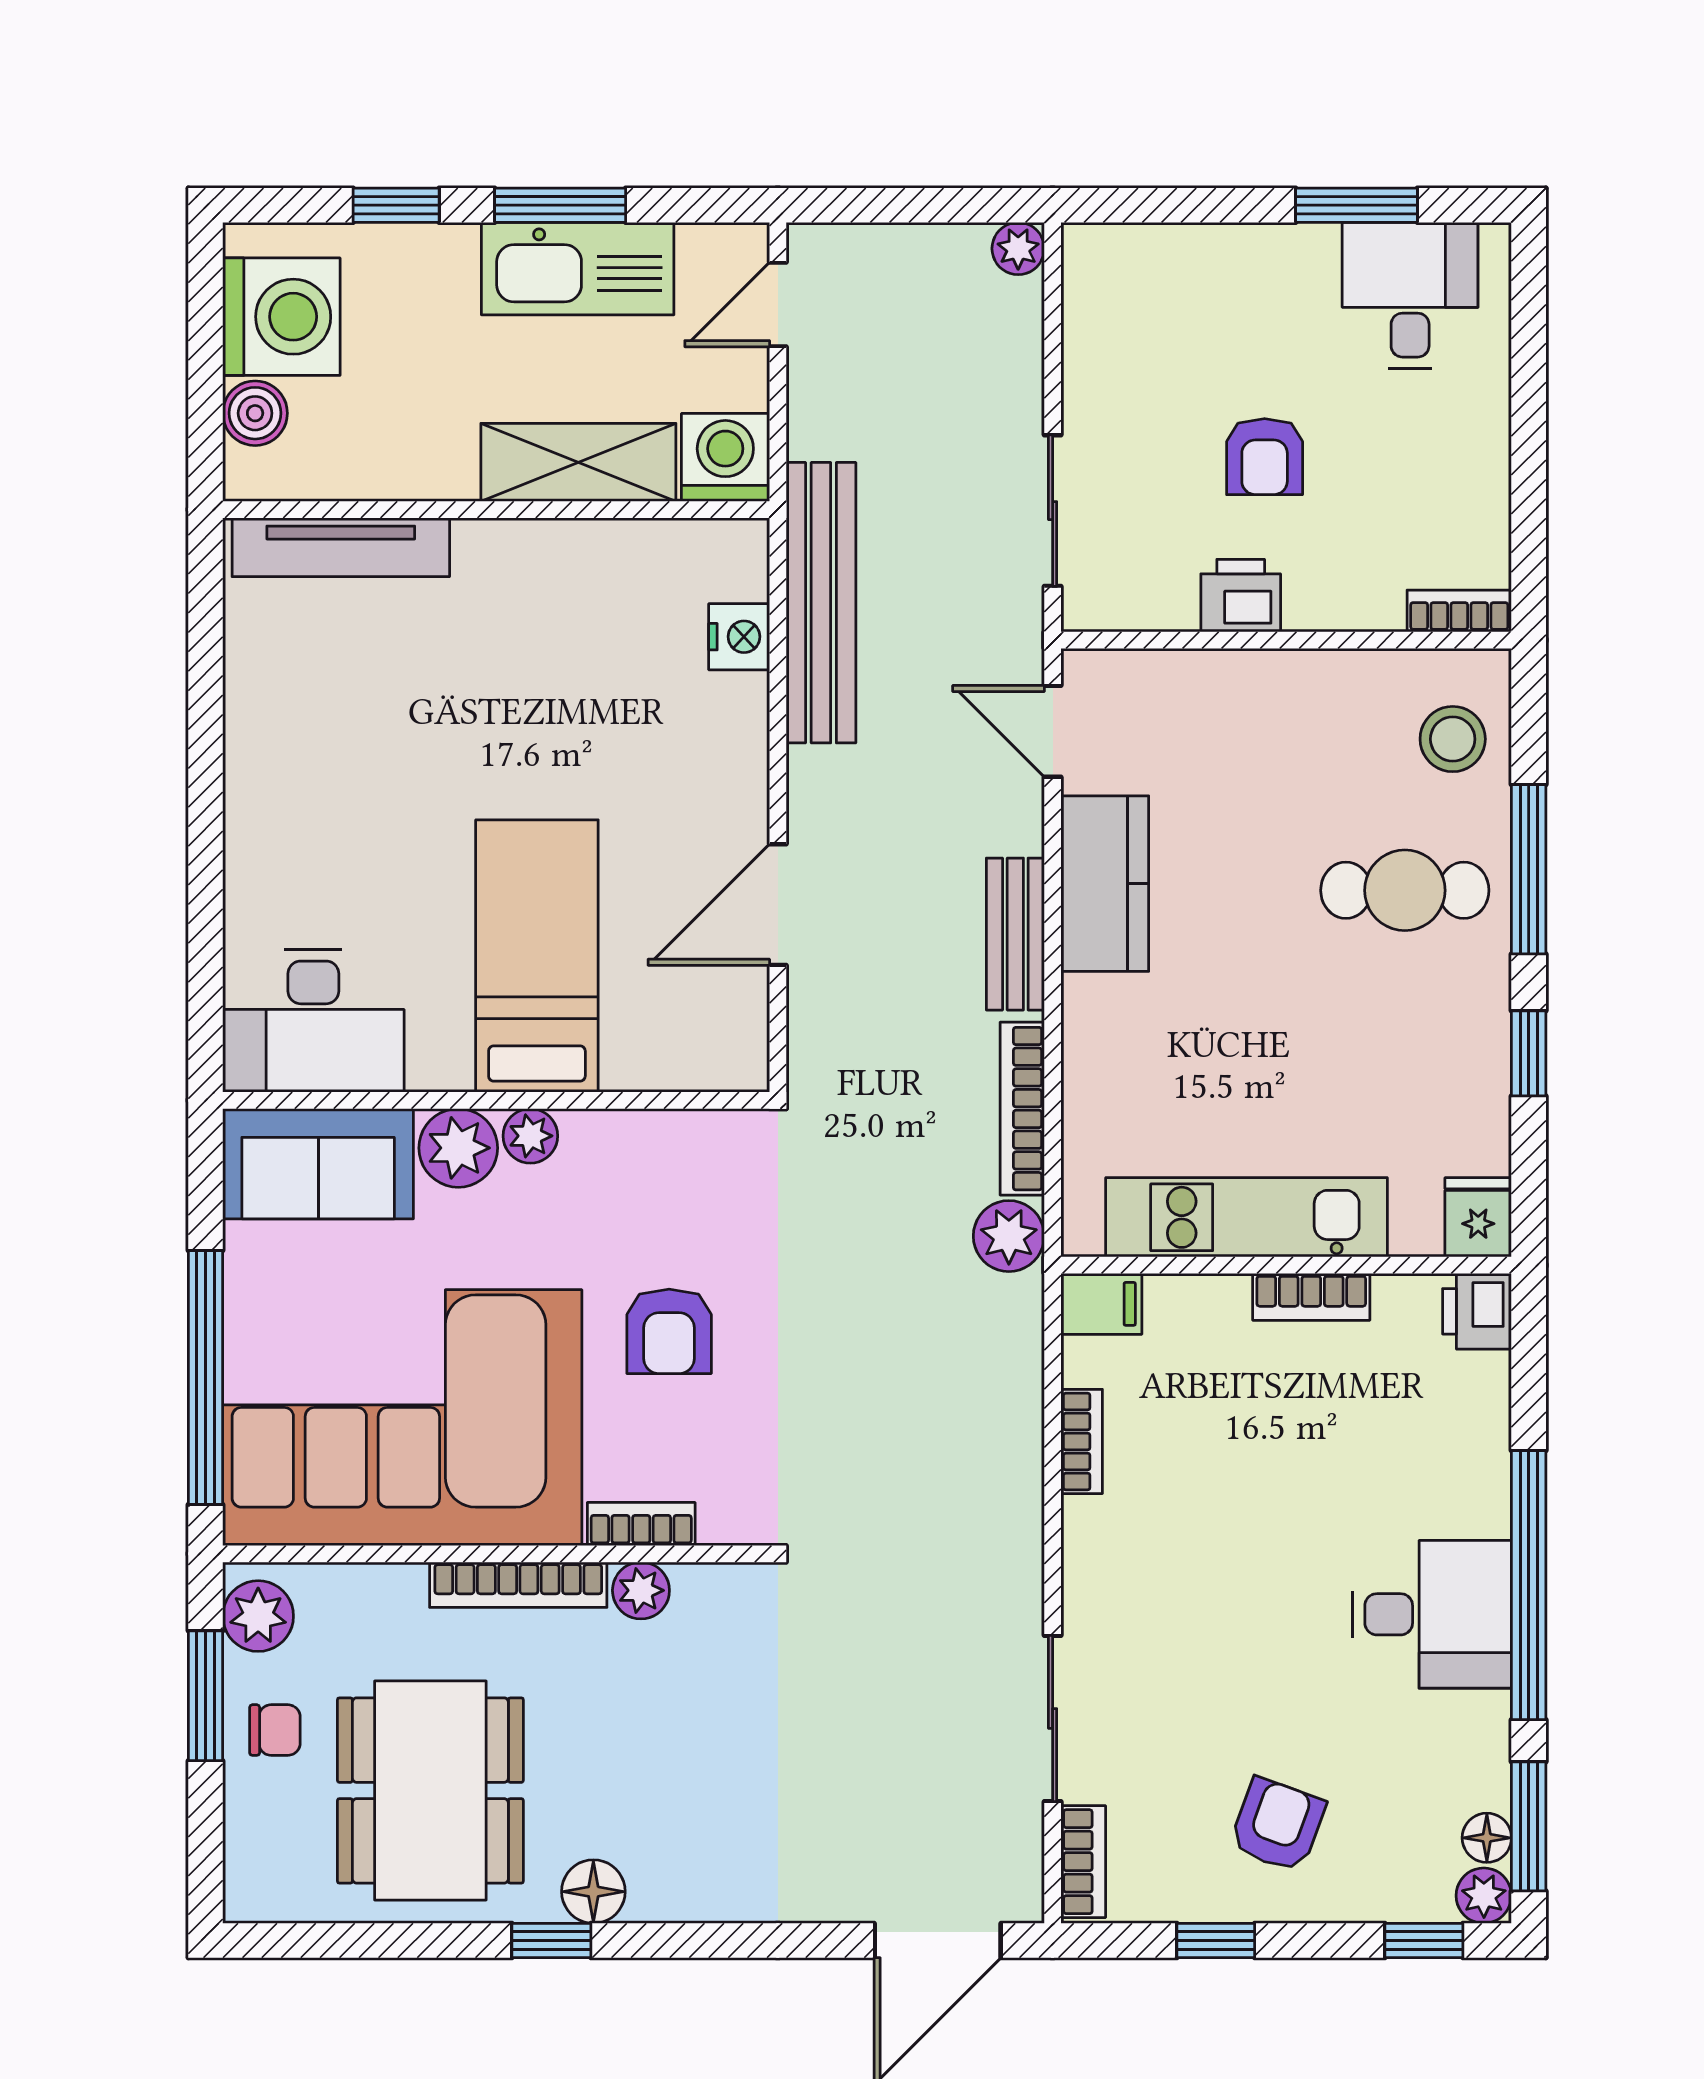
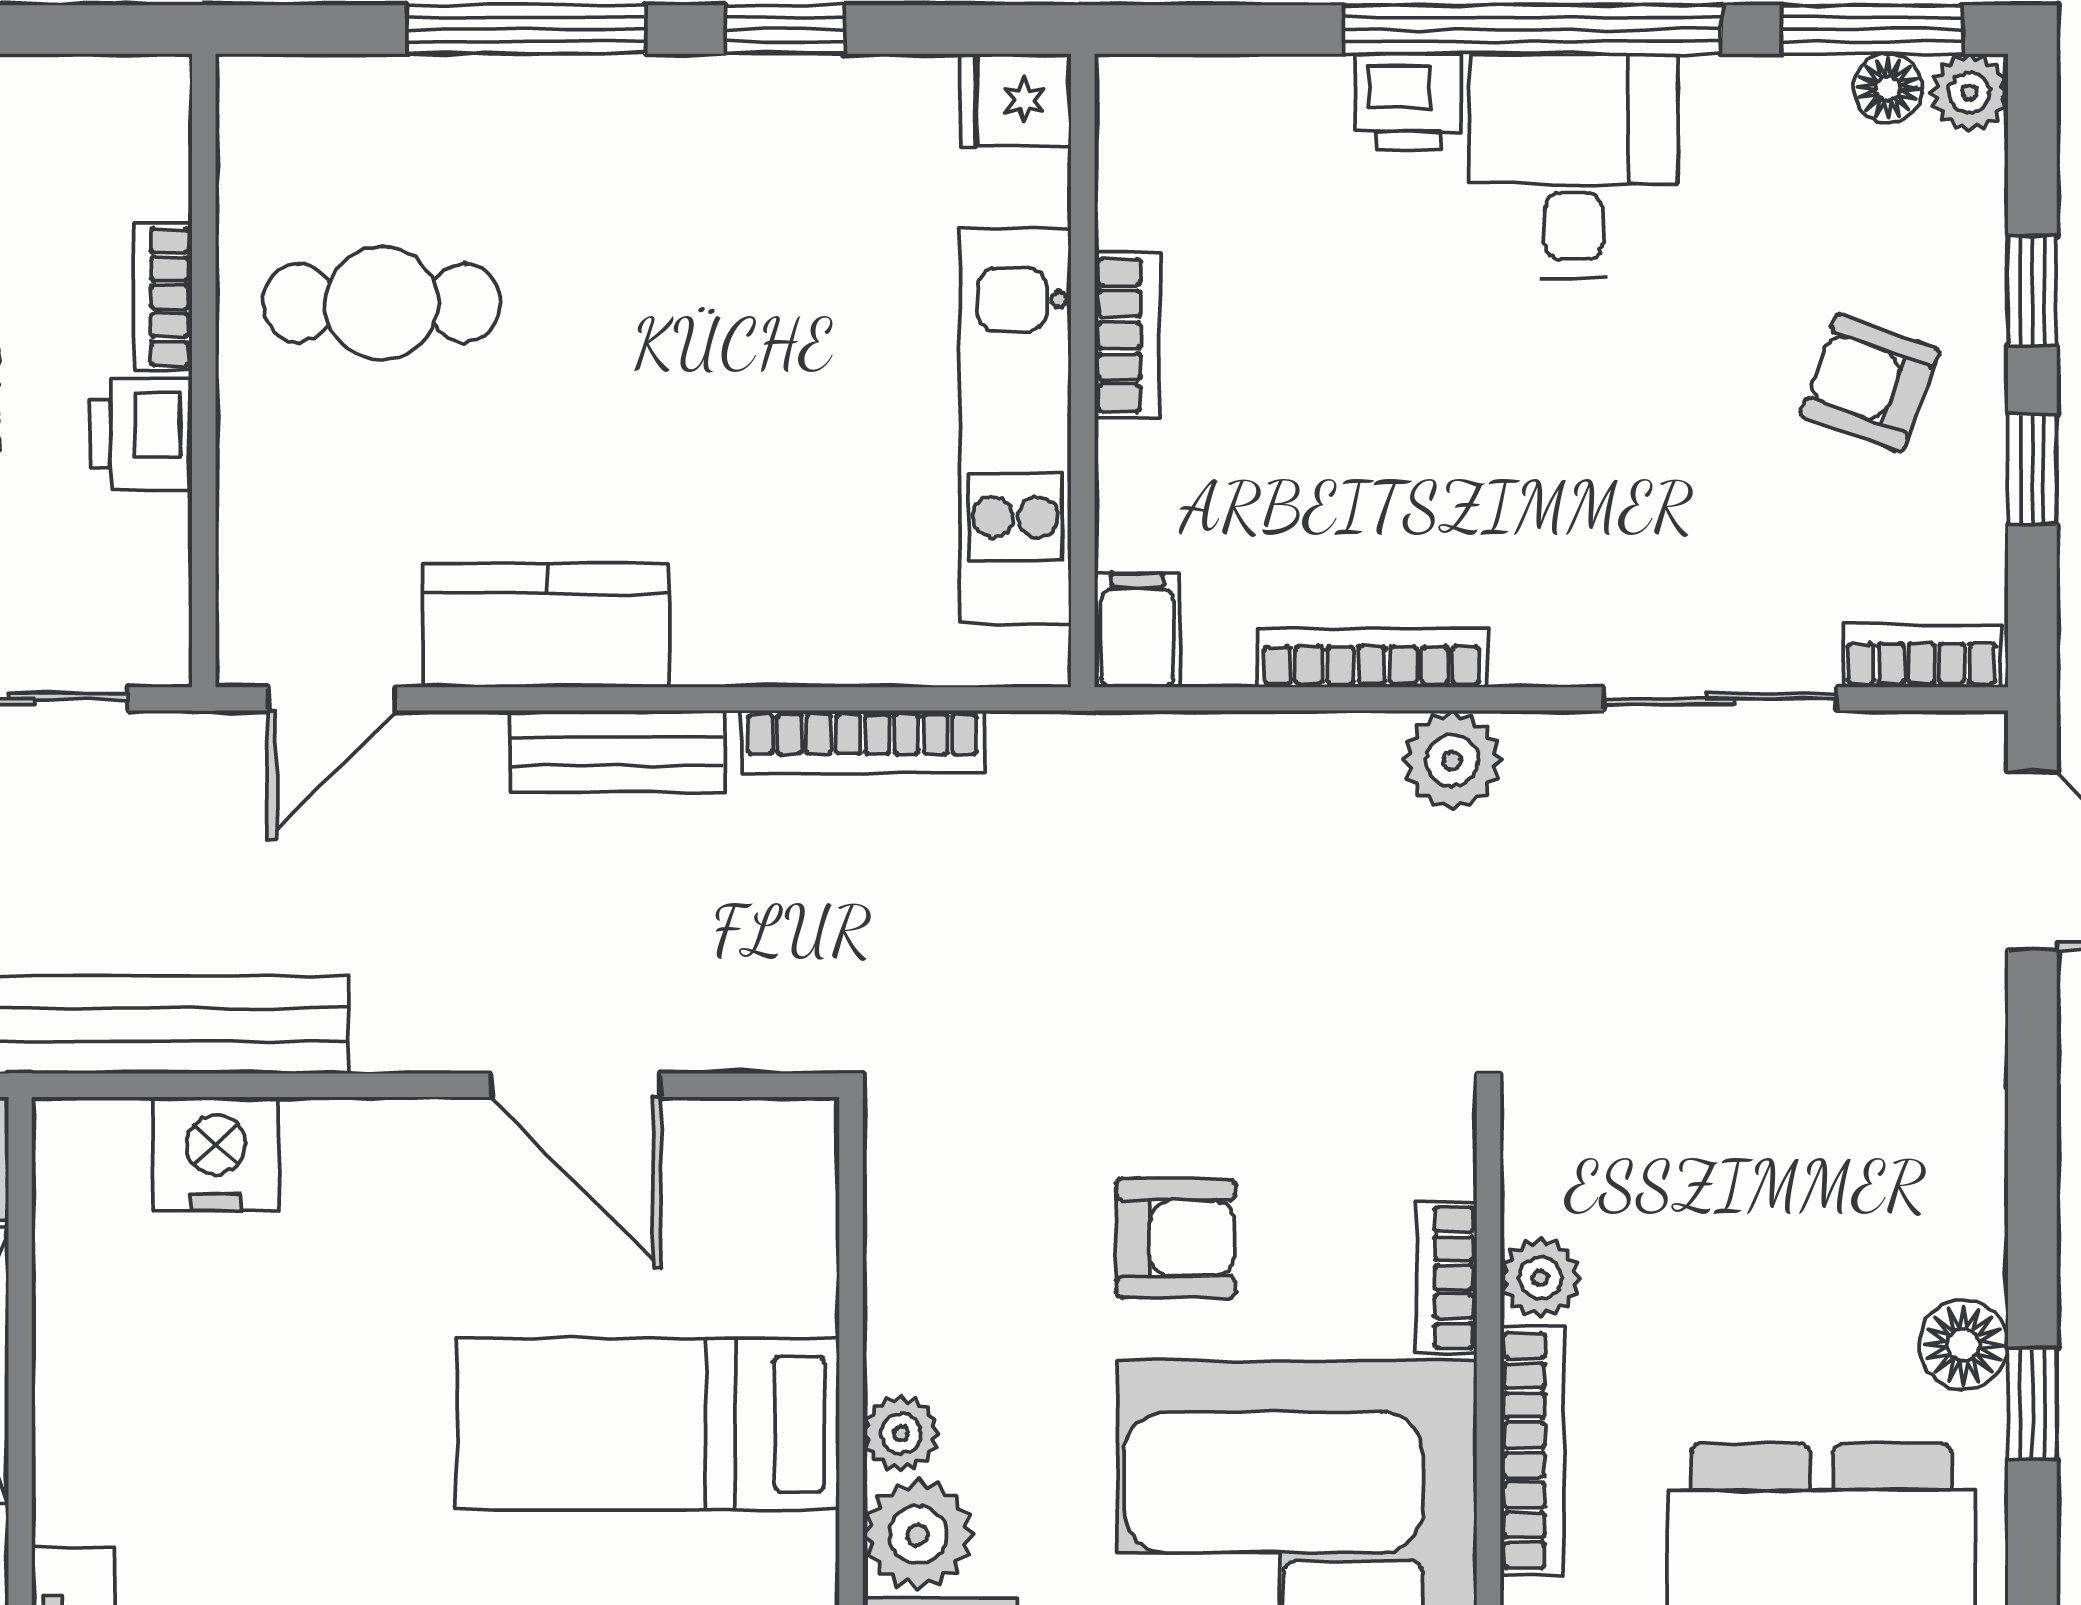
bookcase: (1459, 611) -> (163, 297), moved
nightstand: (739, 637) -> (216, 1154), width x1.36, depth x1.33
stool: (1453, 739) -> (343, 136), removed
cafe table: (1405, 890) -> (382, 303), moved, turned 90
plant: (1009, 1236) -> (1452, 760), moved
printer: (1477, 1311) -> (1409, 102), moved
bookcase: (1082, 1441) -> (1372, 658), width x1.56
window: (1424, 1941) -> (2032, 290), moved

